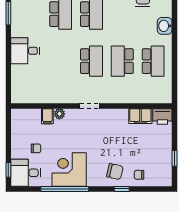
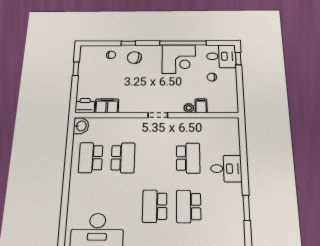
washbasin: (165, 26) -> (81, 126), moved
school desk: (91, 61) -> (188, 158), moved, turned 180

